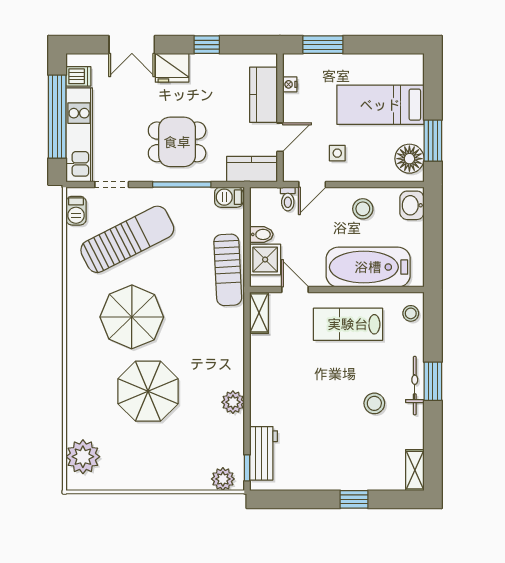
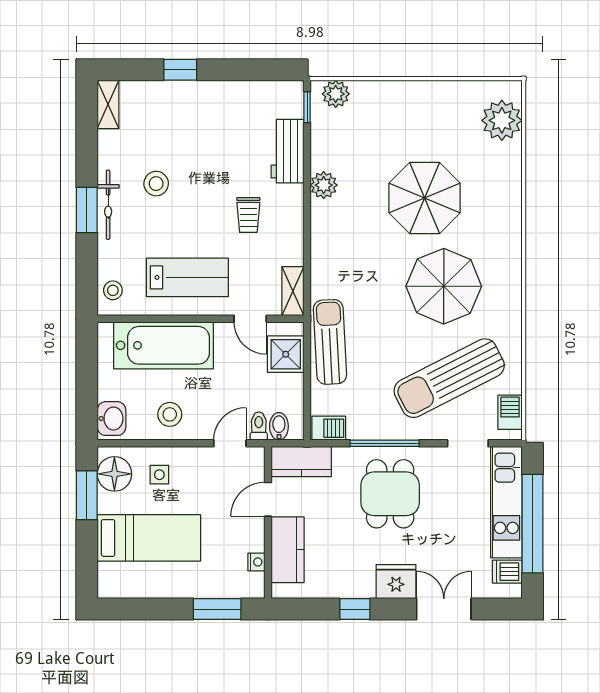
dining table: (177, 142) -> (390, 494), turned 90
side table: (337, 153) -> (159, 475), moved
bidet: (261, 234) -> (279, 426), moved, turned 90
trolley: (297, 377) -> (248, 215), added
workbench: (264, 453) -> (287, 151), moved

